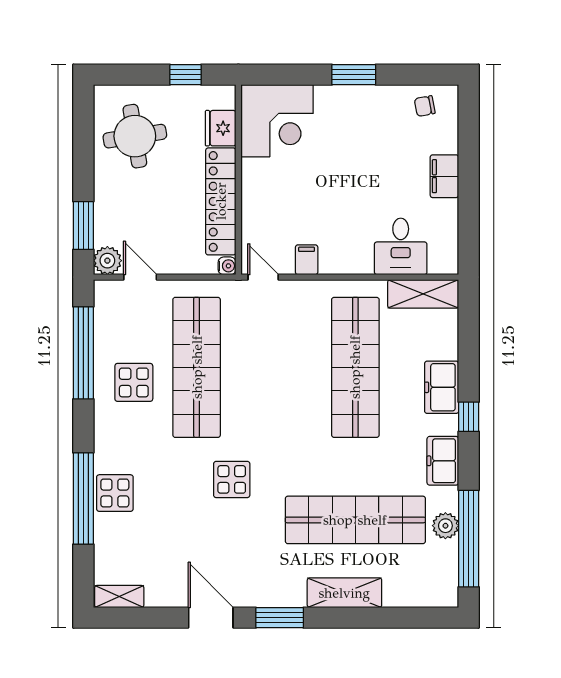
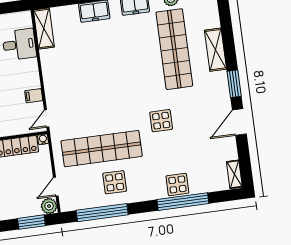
shop shelf: (355, 367) -> (90, 61), removed

